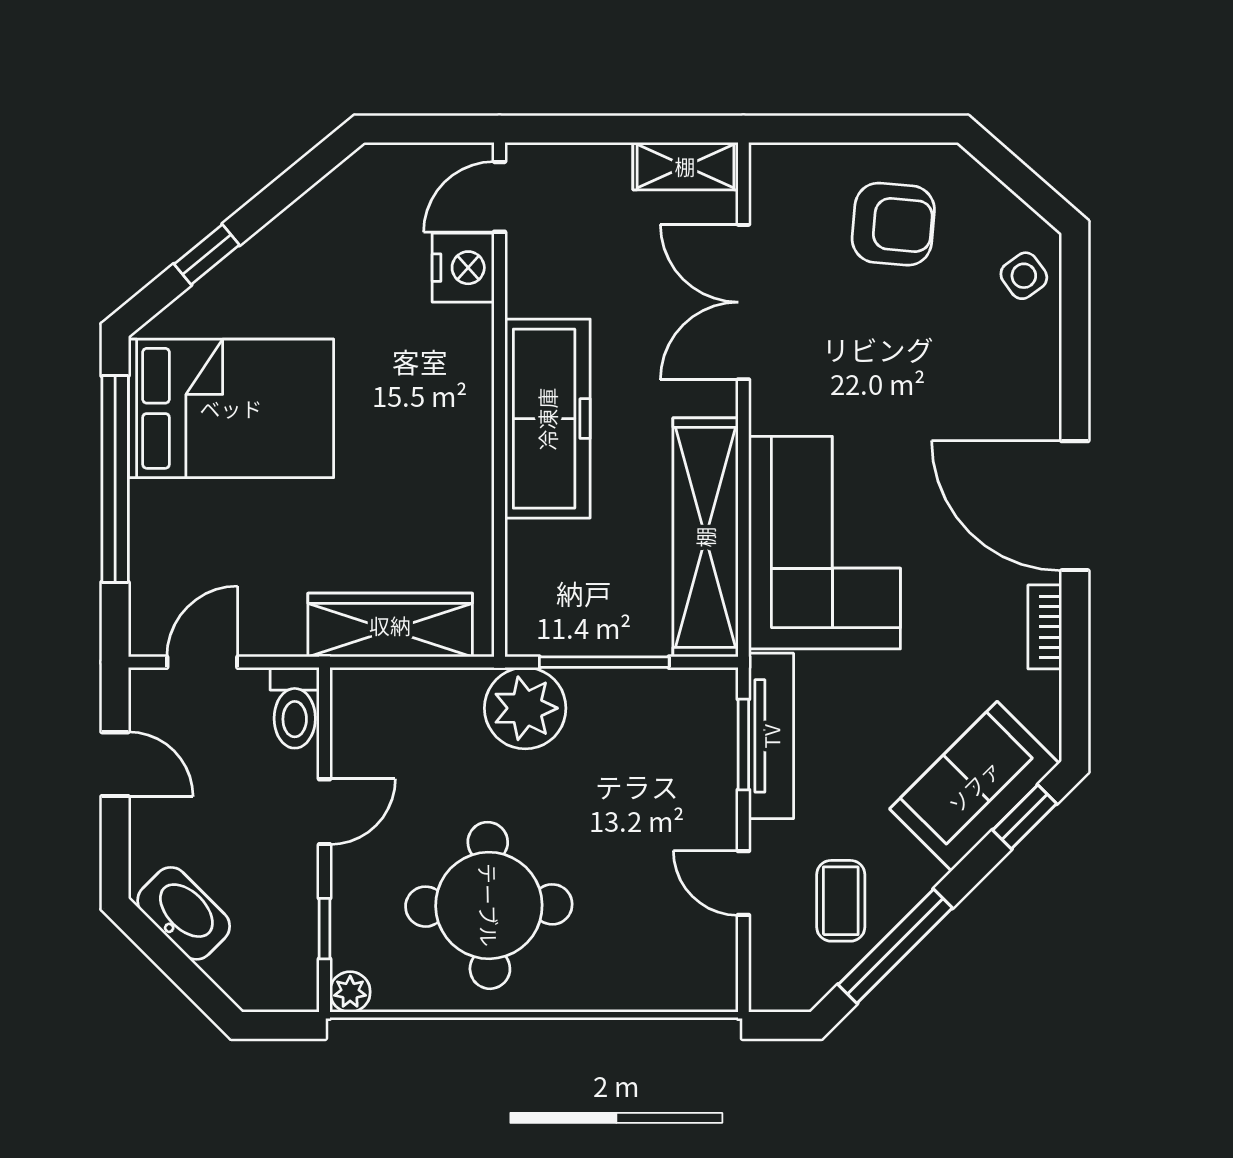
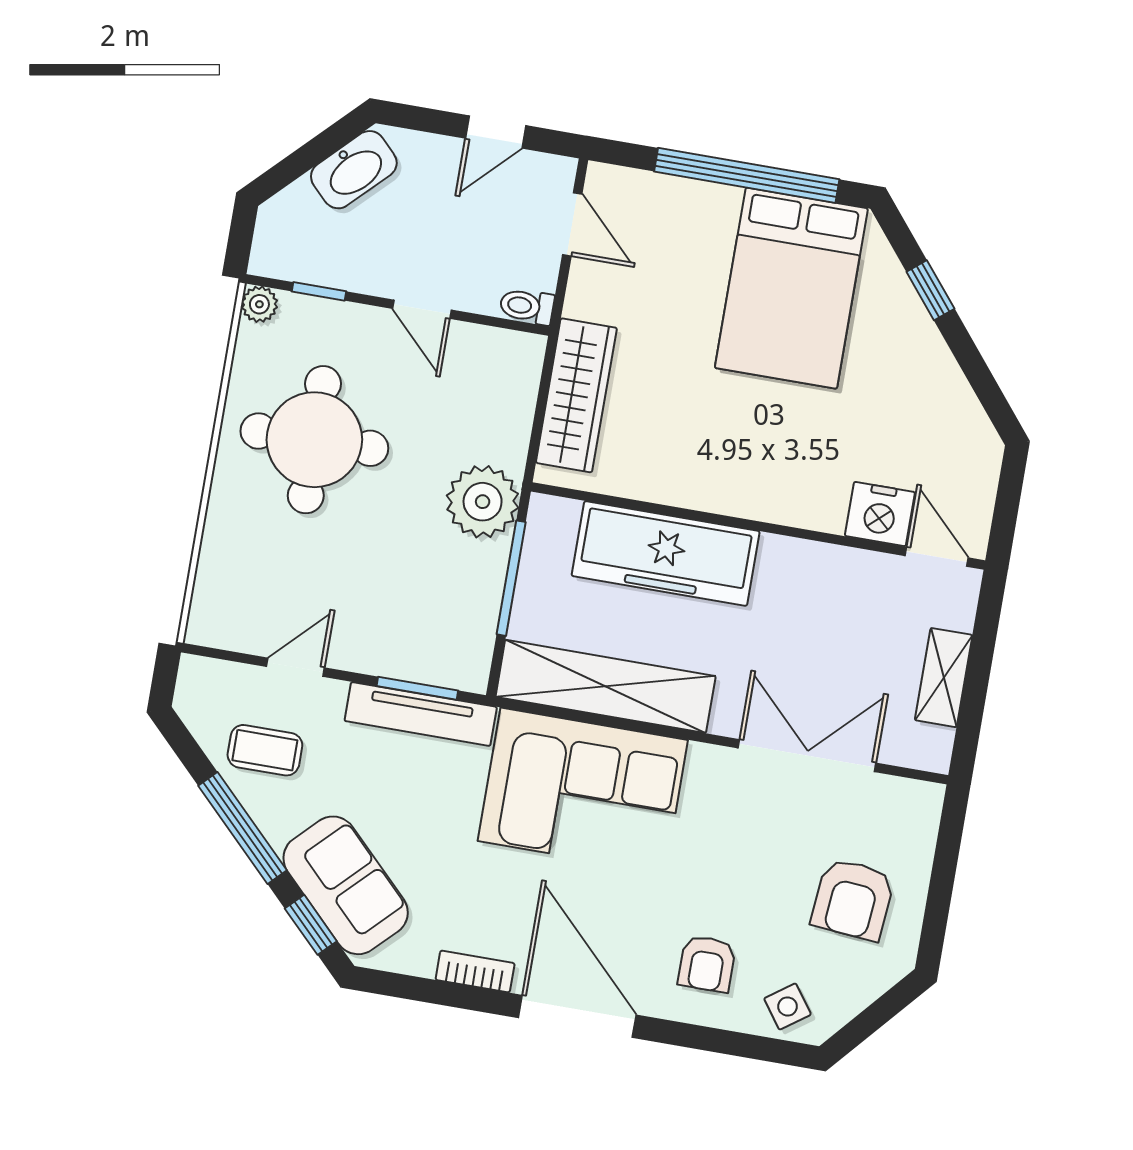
shelving: (685, 166) -> (944, 678), moved
armchair: (992, 373) -> (707, 964), added
freezer: (547, 419) -> (666, 553), moved
door: (1075, 506) -> (577, 1016), hinge flipped
toilet: (295, 708) -> (527, 306), width x0.73, depth x0.72
window: (895, 946) -> (242, 828), moved

